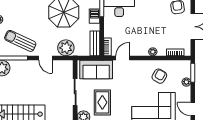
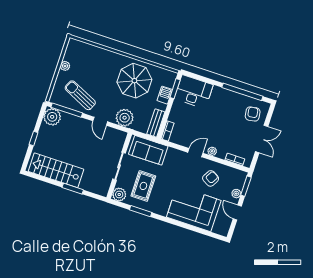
door: (123, 58) -> (195, 153), moved
door: (193, 109) -> (237, 213), moved

